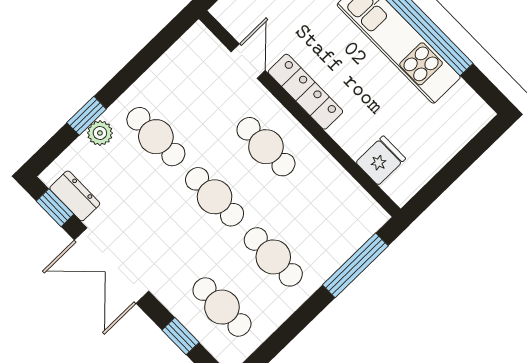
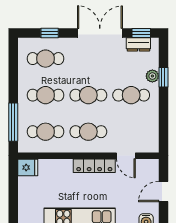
fridge: (381, 160) -> (28, 167), moved, turned -90
cafe table: (325, 207) -> (46, 132), added

